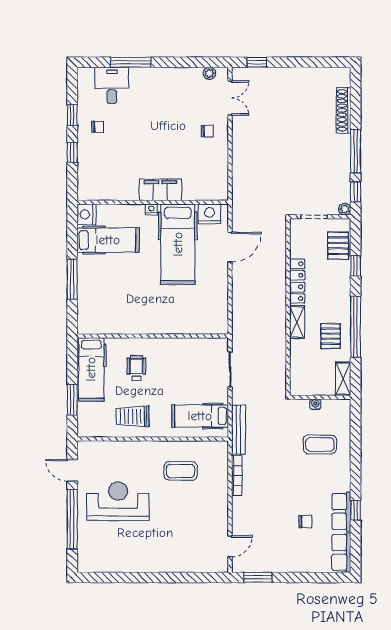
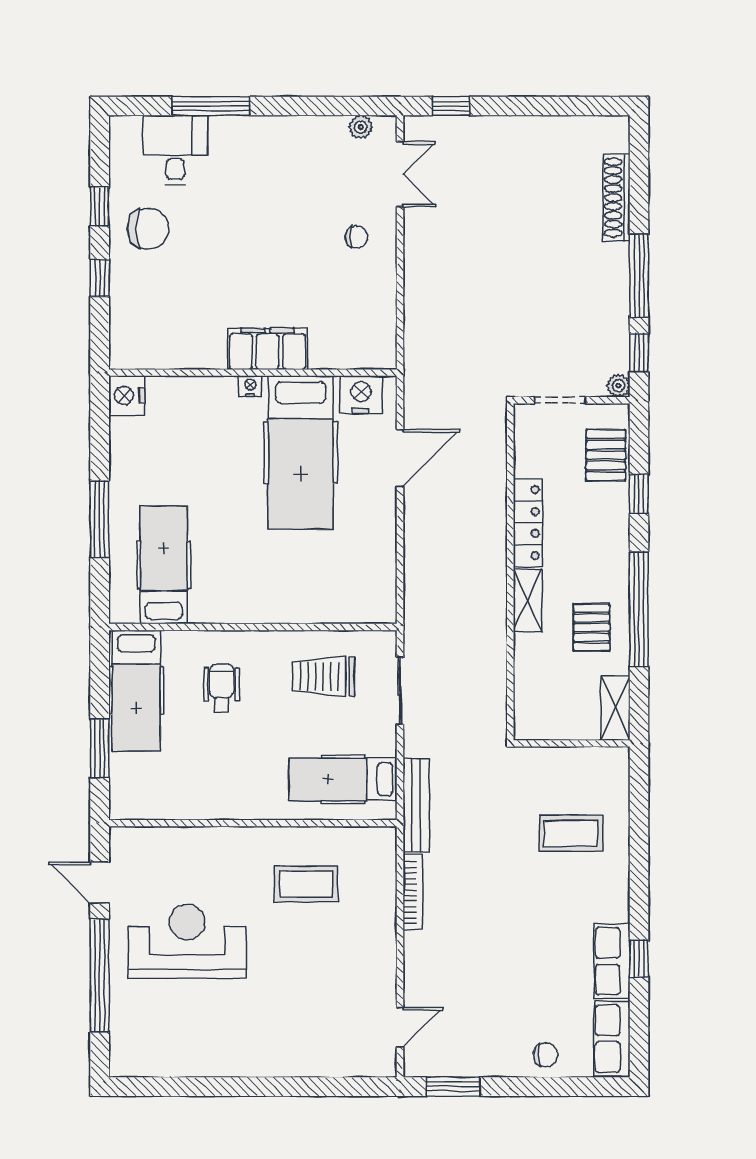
chair: (98, 127) -> (148, 229), width x1.87, depth x1.87
hospital bed: (108, 240) -> (164, 565), moved, turned -90
water cooler: (315, 404) -> (562, 757), removed
trolley: (133, 416) -> (323, 677), moved
chair: (305, 522) -> (545, 1055), moved

